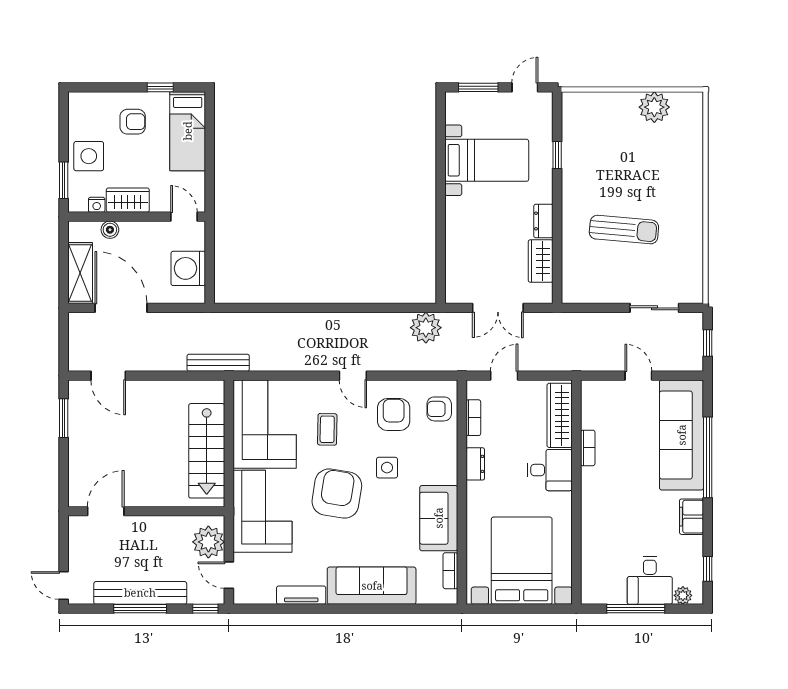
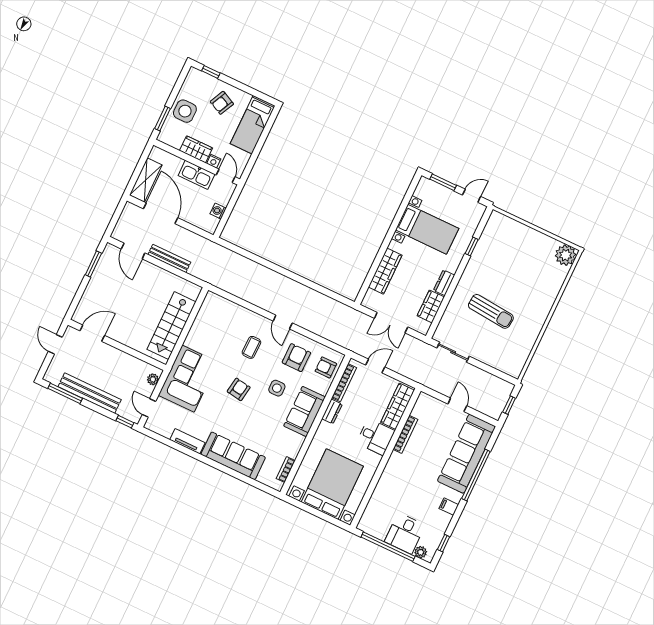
window: (160, 87) -> (211, 72), moved
plant: (654, 107) -> (566, 255), moved
armchair: (133, 122) -> (222, 103), turned 116
nightstand: (97, 205) -> (214, 161), moved
boiler: (110, 230) -> (177, 162), removed
kitchen sink: (145, 234) -> (197, 175), added
wardrobe: (457, 243) -> (385, 271), added
washing machine: (188, 268) -> (218, 211), width x0.53, depth x0.53
sliding door: (654, 308) -> (453, 352), moved
plant: (426, 328) -> (341, 314), removed
bench: (218, 363) -> (169, 258), moved
bookcase: (473, 418) -> (344, 383), width x1.56
corner sofa: (265, 424) -> (215, 326), removed
bookcase: (588, 448) -> (405, 434), width x1.56
armchair: (337, 494) -> (239, 389), width x0.53, depth x0.53
filing cabinet: (691, 517) -> (449, 507), width x0.50
sofa: (439, 518) -> (305, 411), moved
plant: (208, 542) -> (153, 379), width x0.53, depth x0.53
door: (64, 586) -> (55, 344), moved
window: (140, 609) -> (65, 393), moved
window: (636, 609) -> (388, 547), width x1.46

